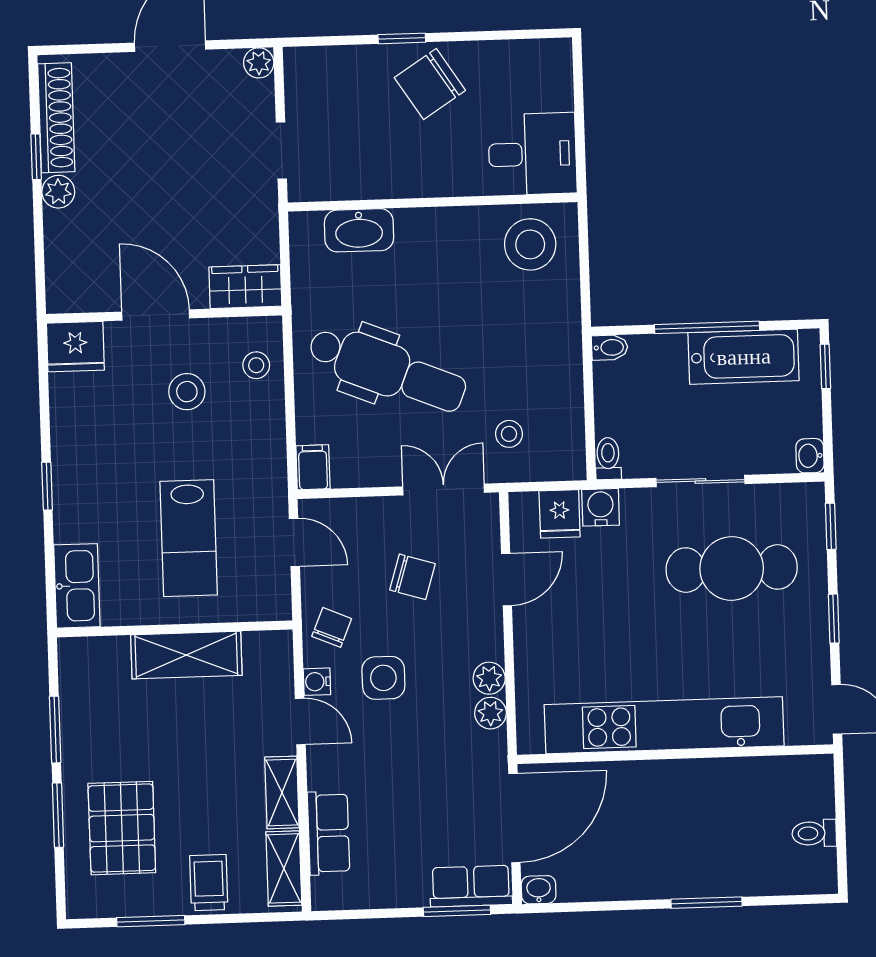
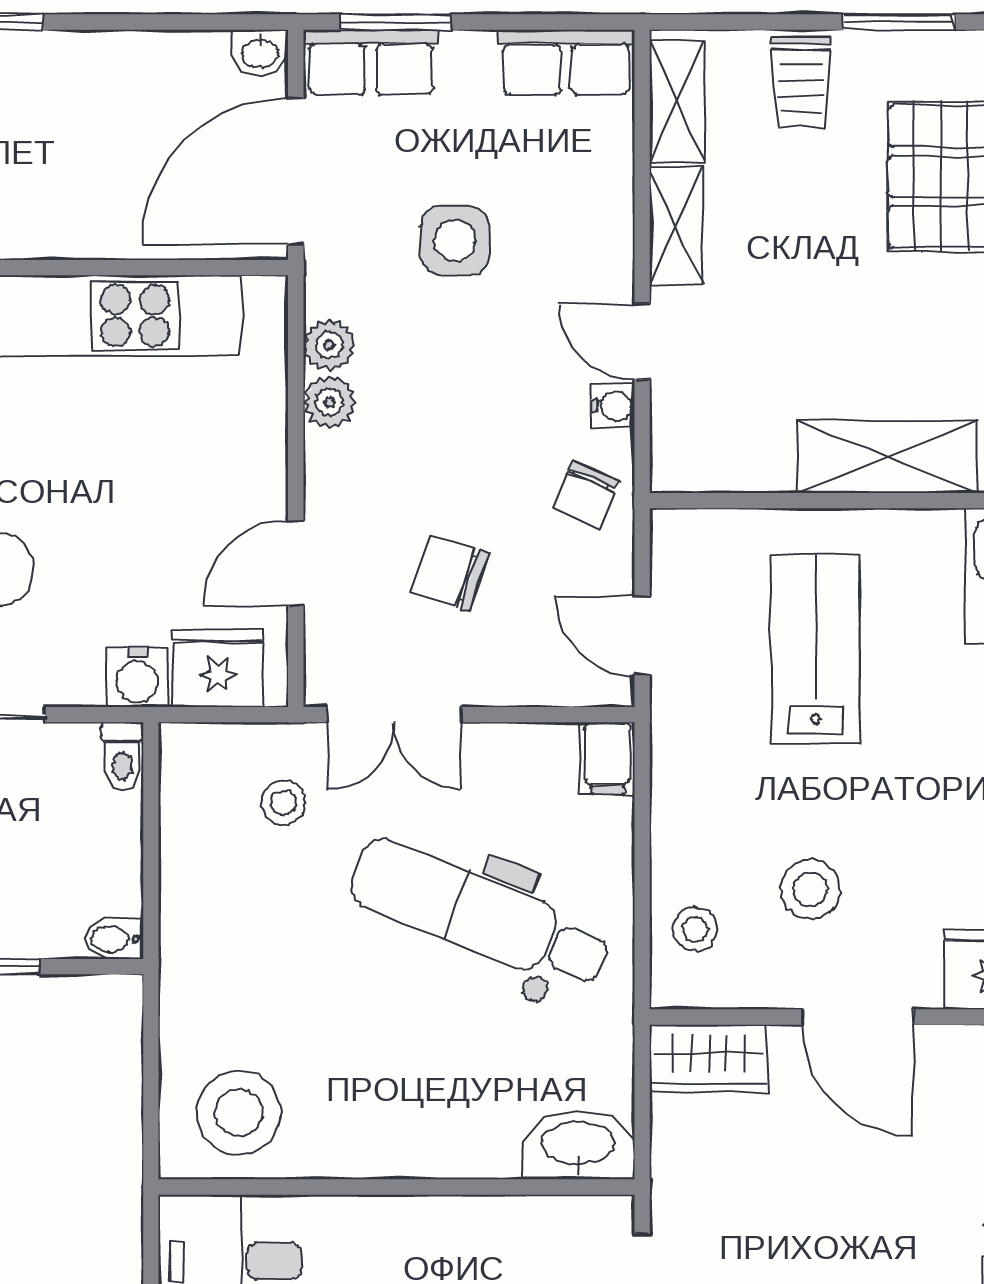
washbasin: (359, 230) -> (578, 1145), moved
fridge: (560, 514) -> (218, 668), width x1.38
shelving: (186, 655) -> (887, 457), moved
side table: (383, 678) -> (455, 241), moved
row of seats: (329, 833) -> (566, 62), moved, turned -90

